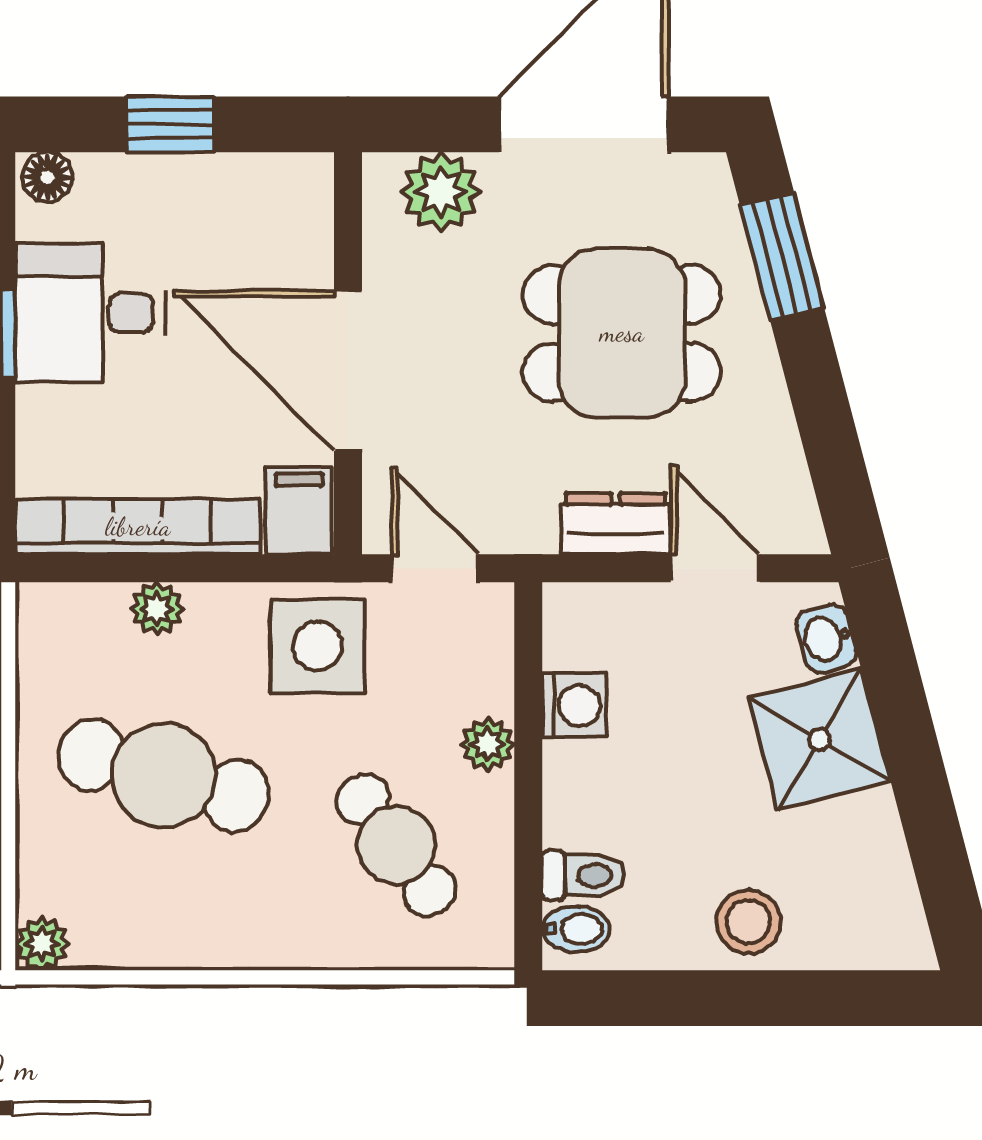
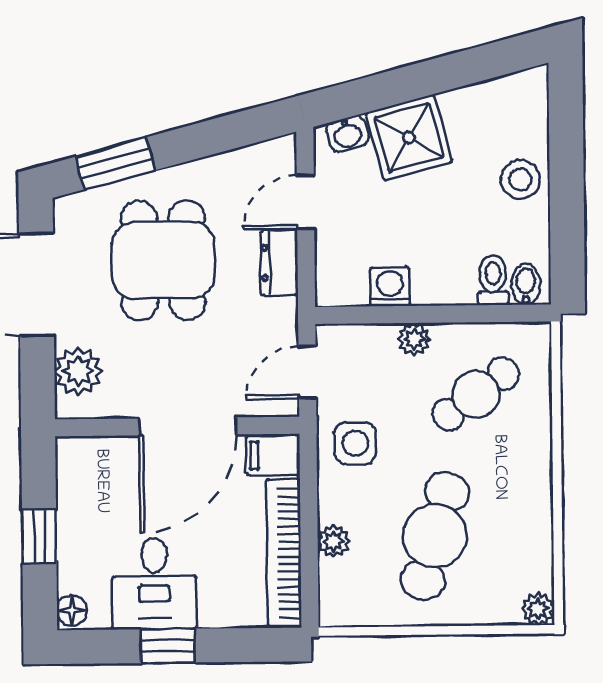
side table: (317, 646) -> (355, 443), width x0.73, depth x0.73

